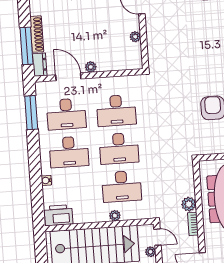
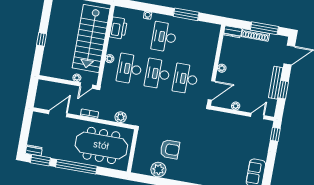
window: (27, 46) -> (264, 28), moved
door: (68, 77) -> (212, 90), moved
window: (31, 113) -> (186, 14), moved
desk: (66, 114) -> (192, 42), removed
plant: (189, 204) -> (121, 117), moved
printer: (59, 215) -> (118, 28), moved

